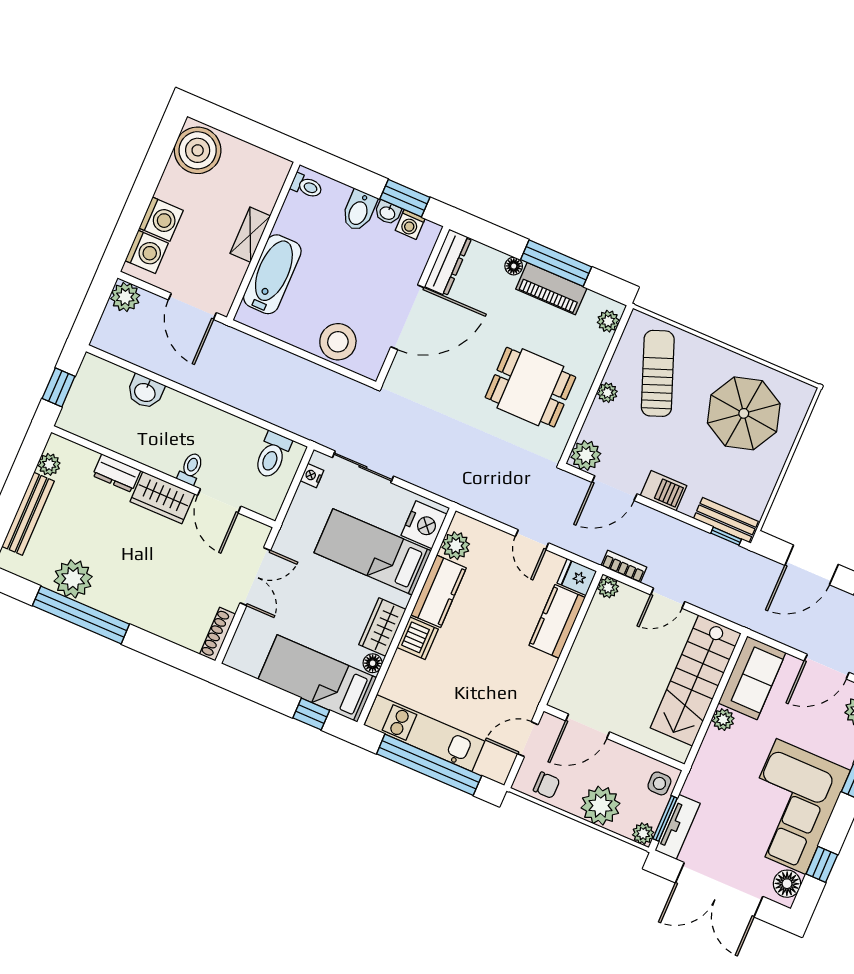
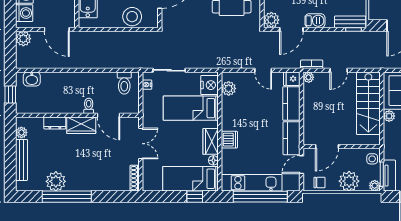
washbasin: (145, 392) -> (32, 79), moved
kitchen counter: (439, 591) -> (292, 138), moved, turned 180

